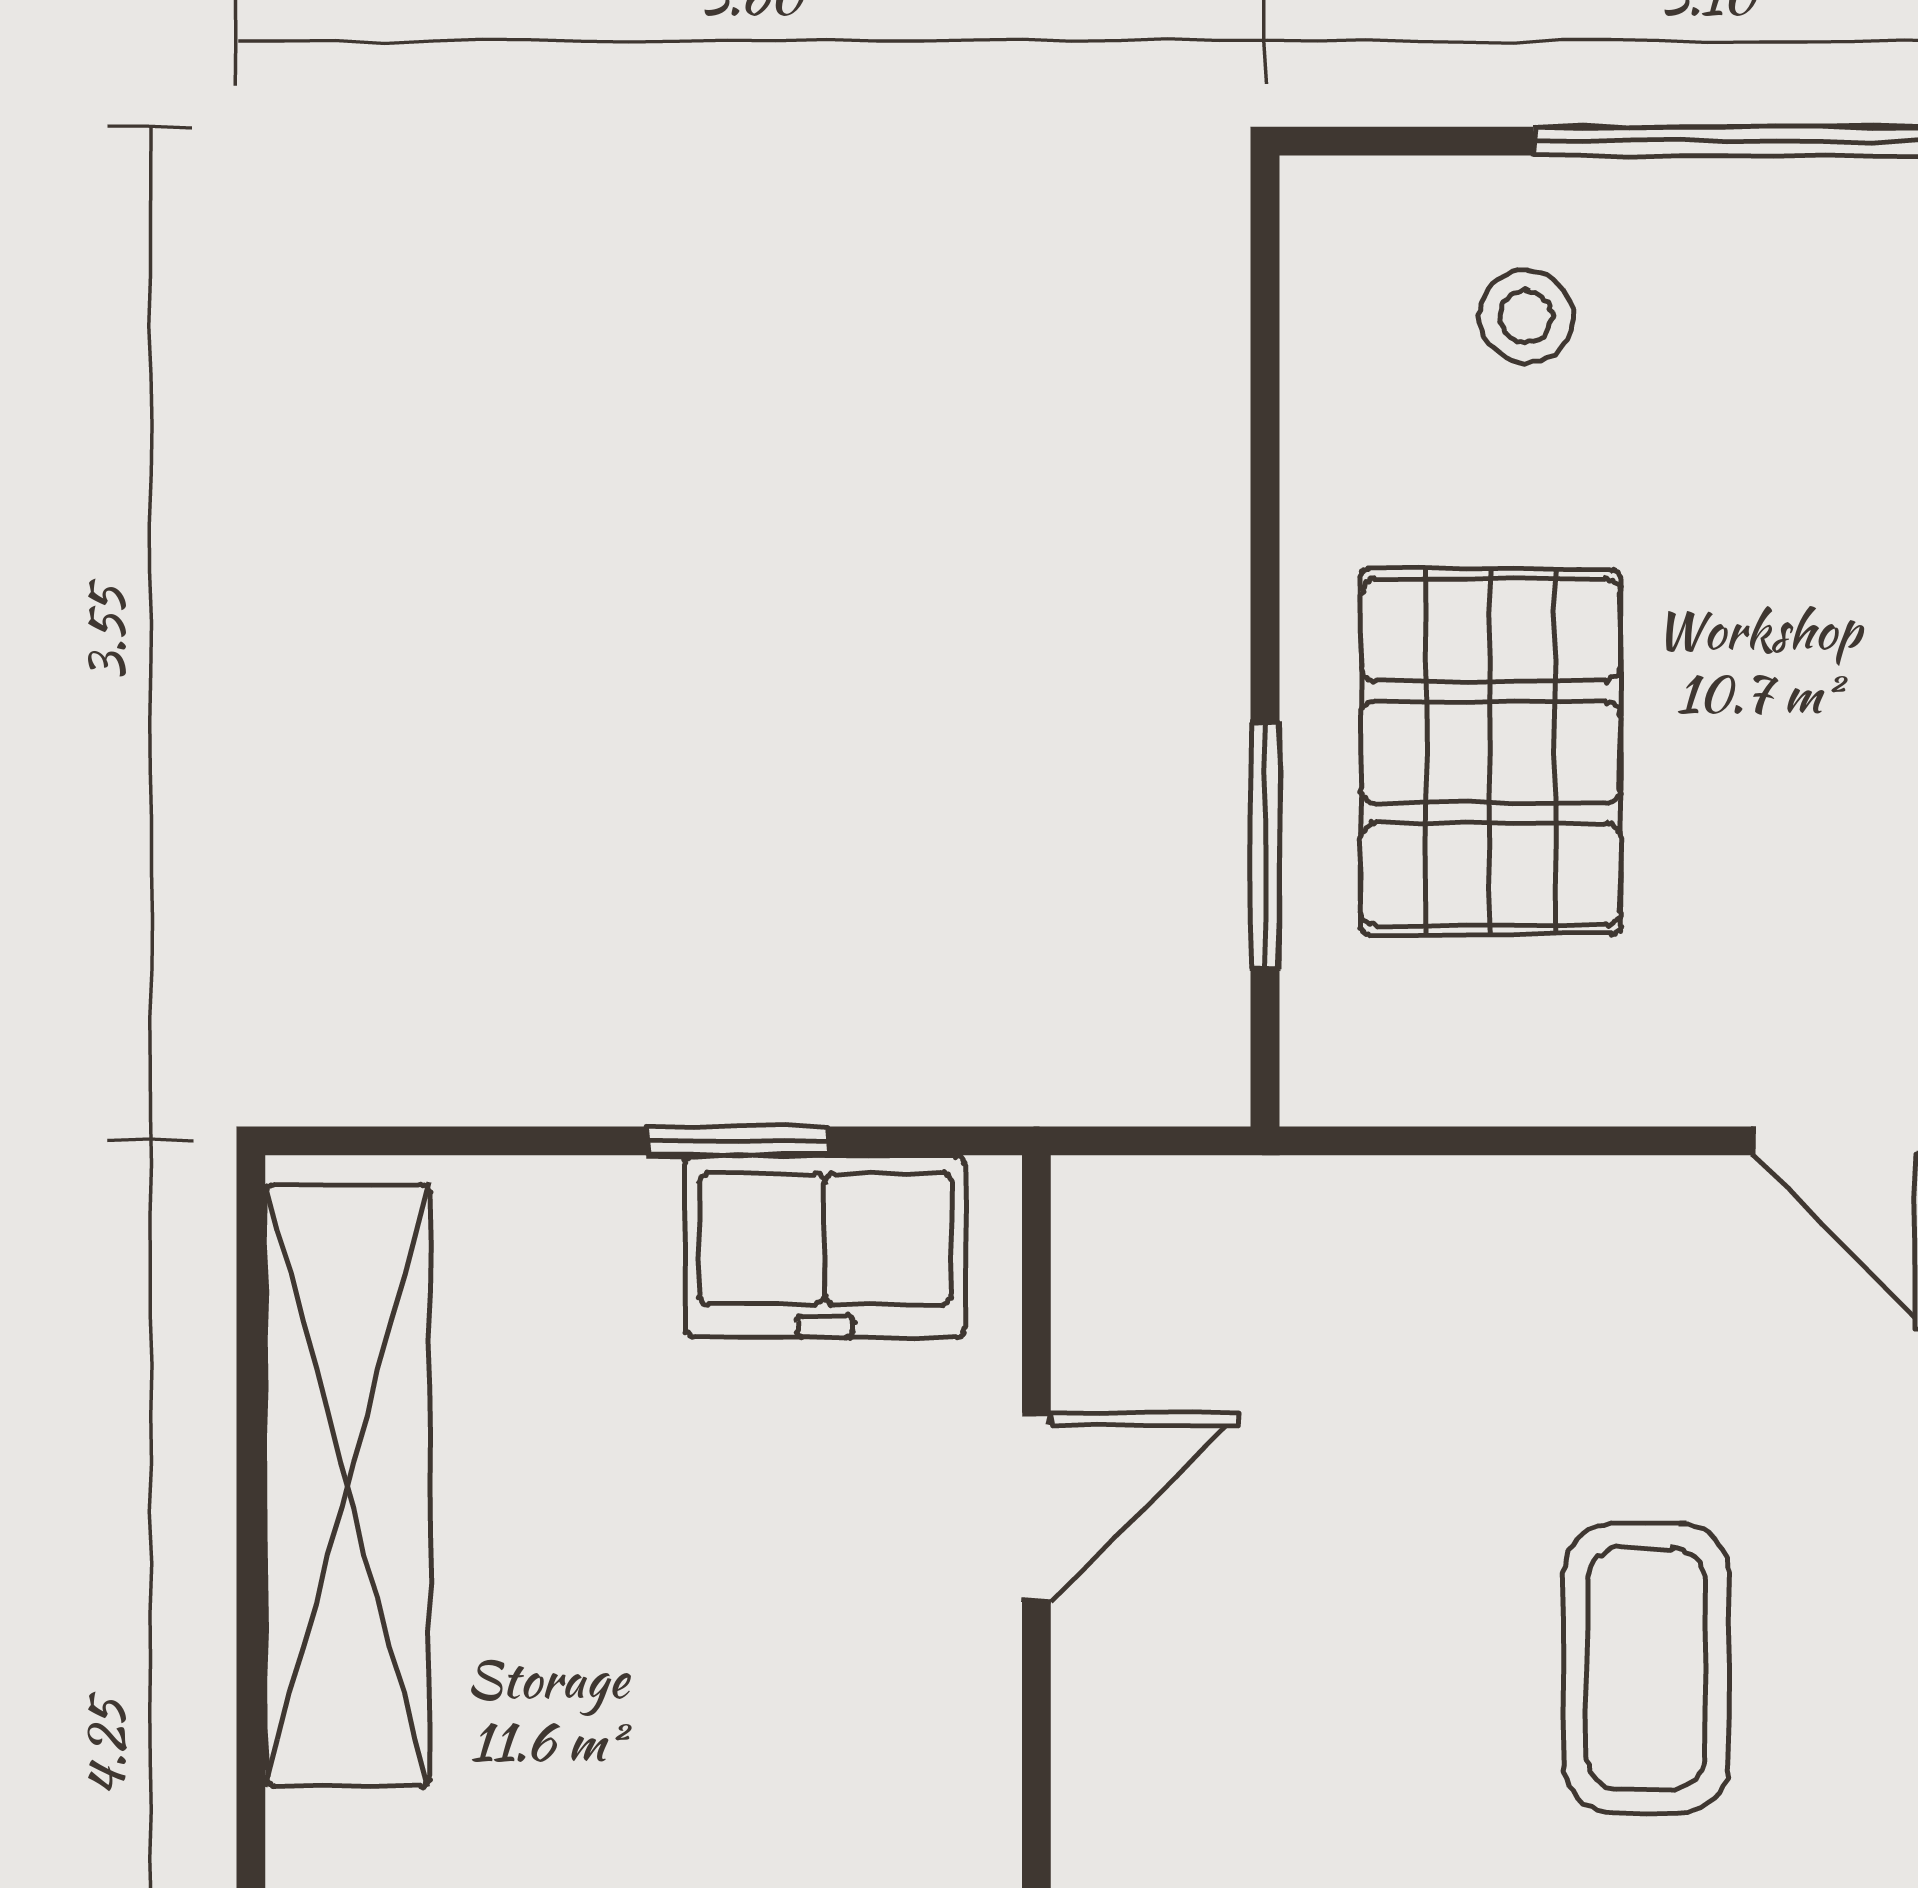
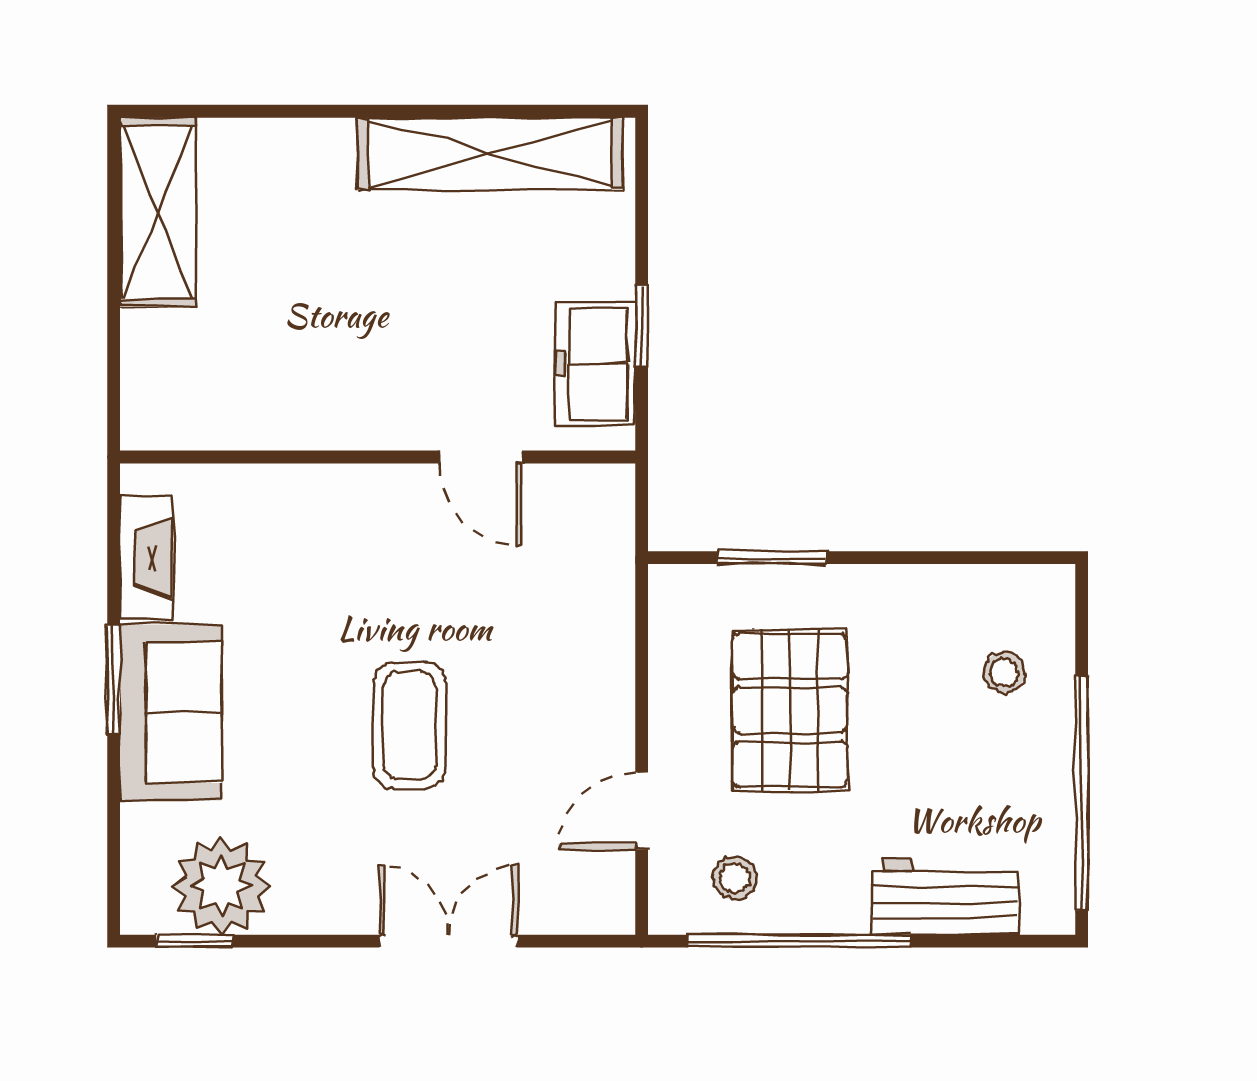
pallet: (1490, 752) -> (790, 710), moved, turned 90
coffee table: (1646, 1669) -> (409, 725), turned 90

